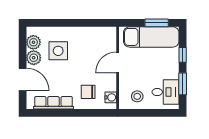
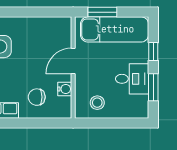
window: (157, 23) -> (102, 12), moved
desk: (165, 92) -> (132, 79), moved
water cooler: (111, 97) -> (65, 89), moved

